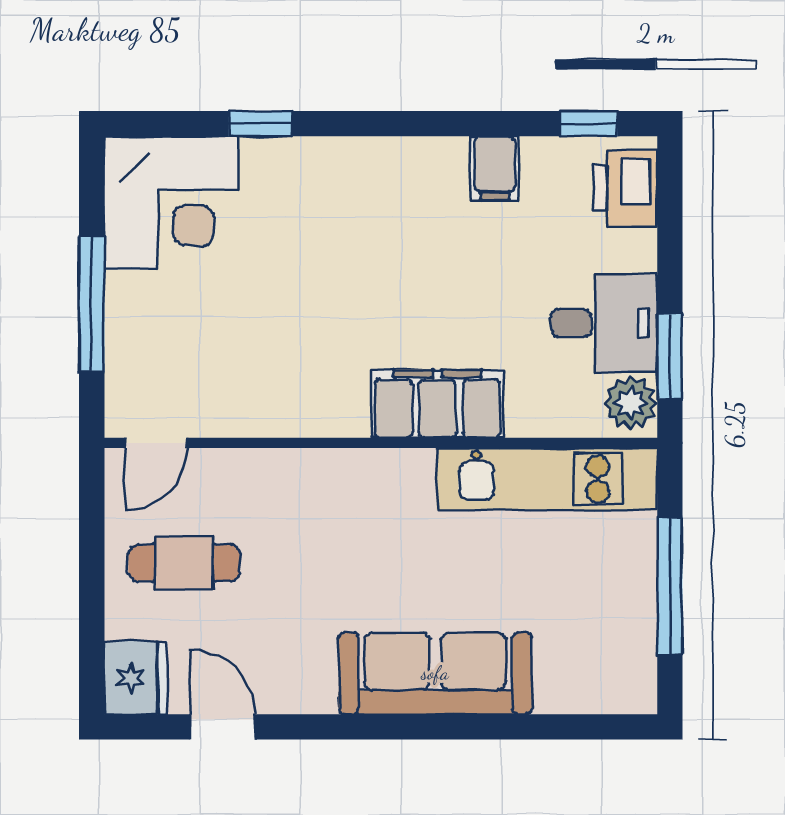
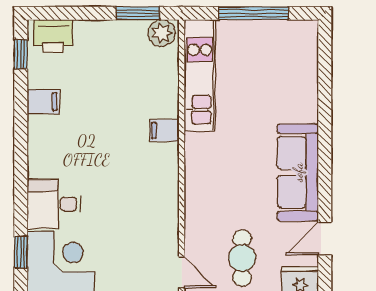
window: (260, 124) -> (21, 252), moved
desk: (604, 323) -> (54, 204), moved, turned -90
filing cabinet: (437, 404) -> (164, 130), width x0.33, depth x0.86
sofa: (435, 673) -> (298, 172), moved

